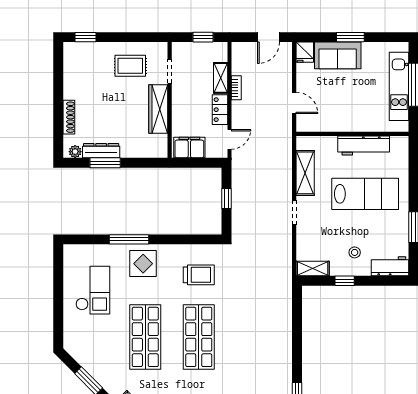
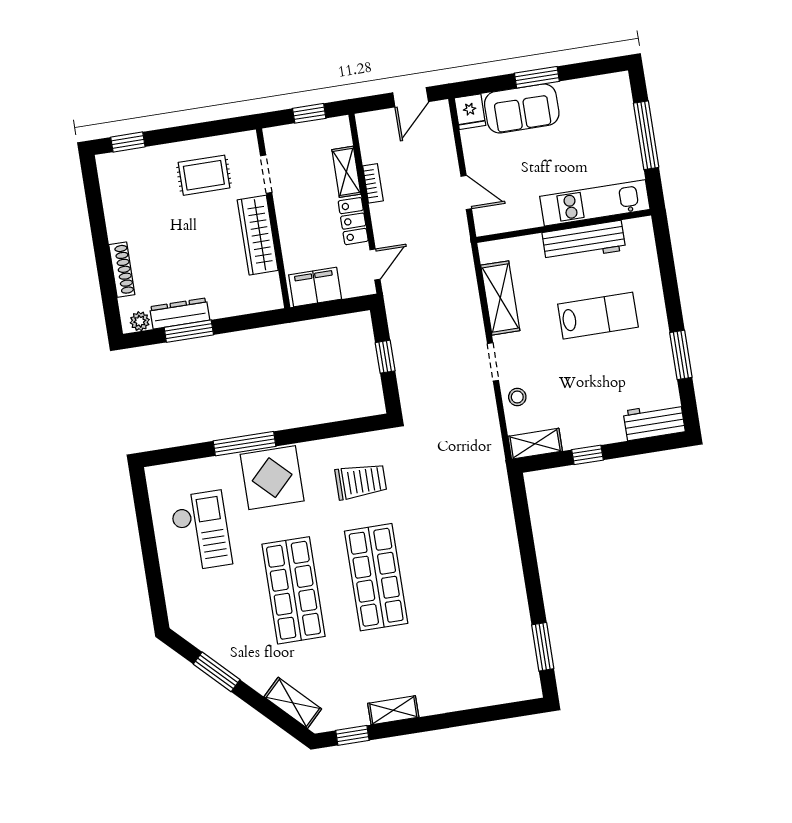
kitchen unit: (399, 86) -> (595, 203), moved, turned 90
lab bench: (365, 194) -> (598, 316), width x0.73, depth x0.72
stool: (355, 252) -> (517, 397), moved
display table: (143, 264) -> (272, 478), width x1.36, depth x1.36

